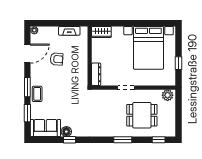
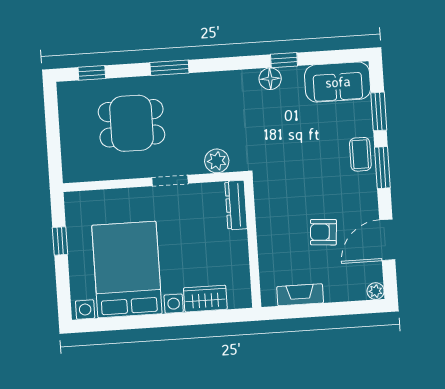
wardrobe: (101, 32) -> (205, 299), moved
plant: (168, 95) -> (217, 161), moved
floor lamp: (66, 132) -> (270, 79), moved

